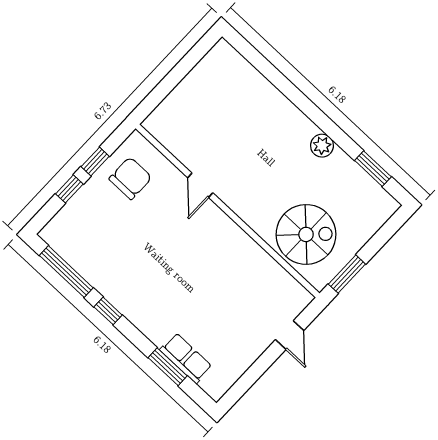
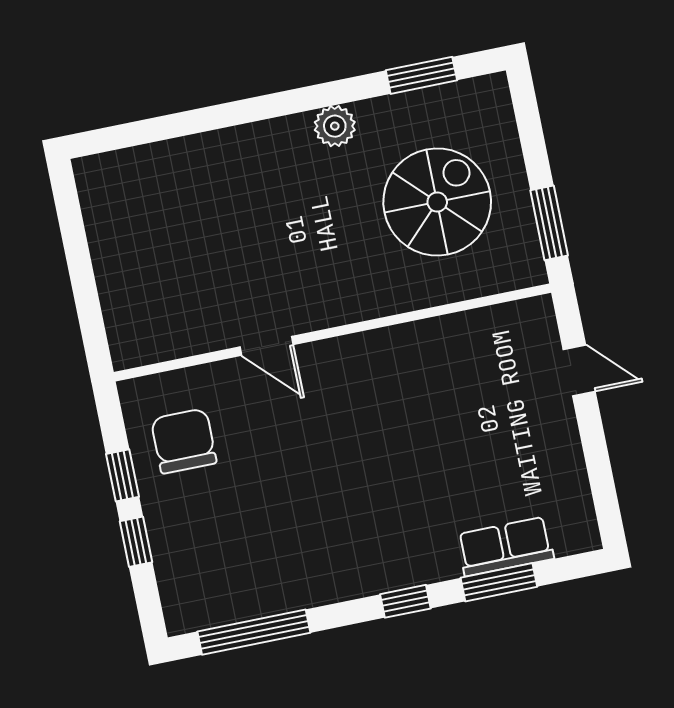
spiral stairs: (306, 234) -> (437, 202), moved
window: (108, 311) -> (405, 601), moved

